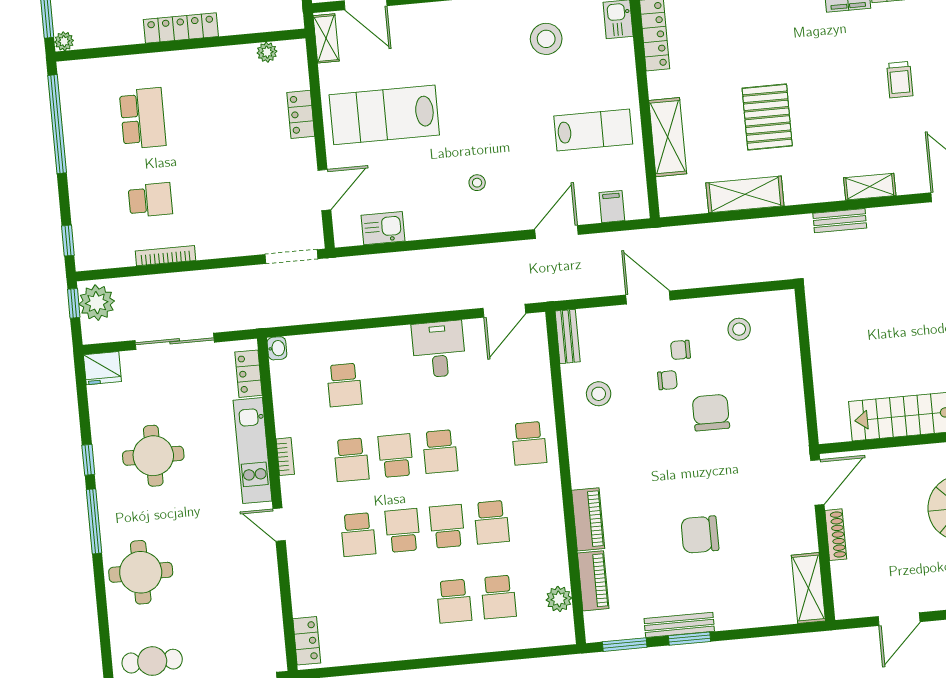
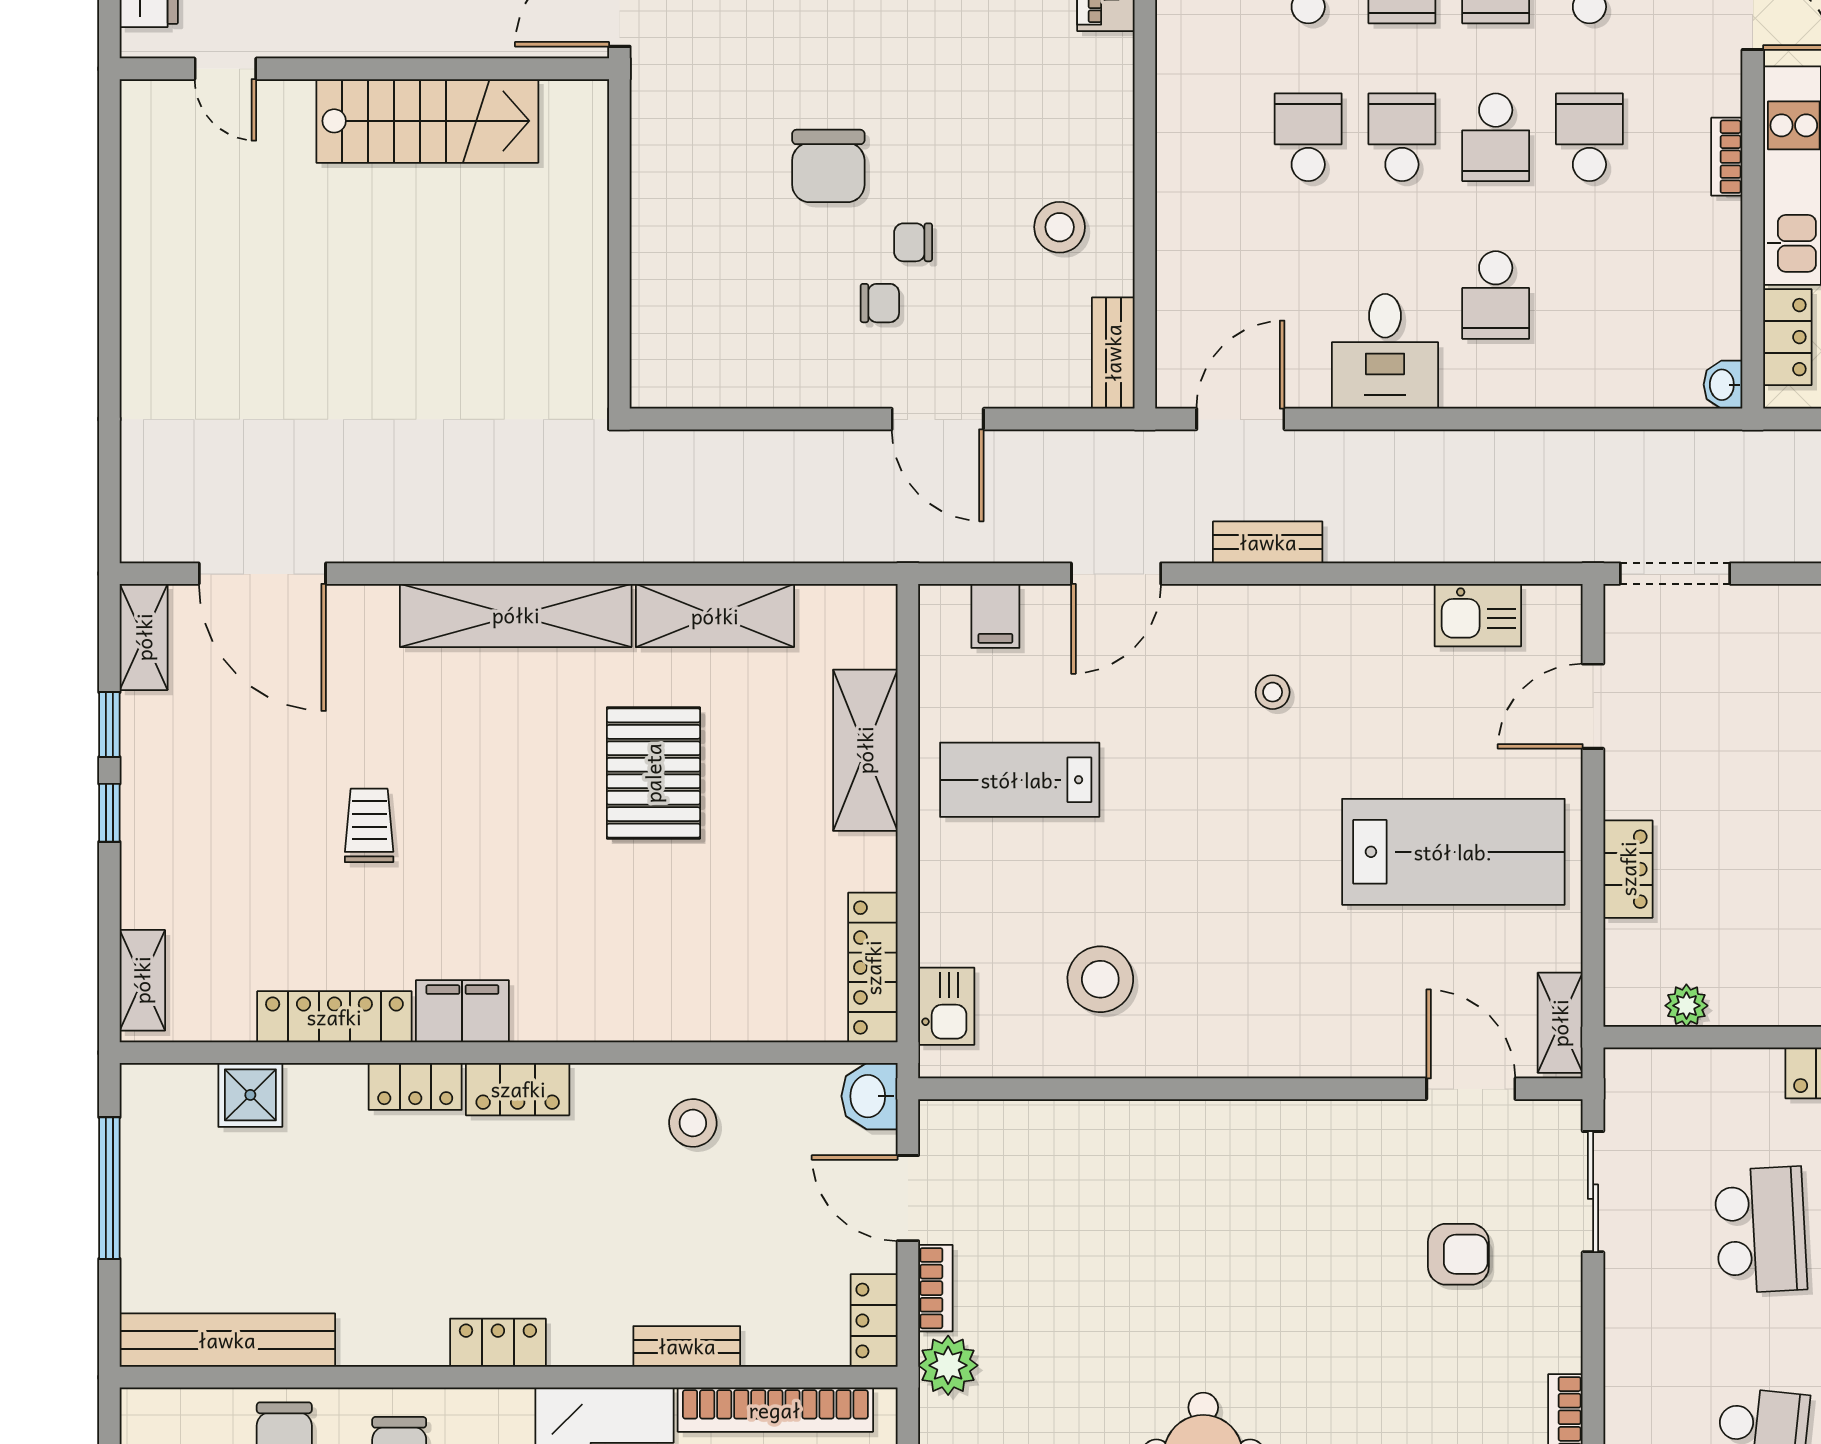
shelving: (870, 187) -> (516, 615), width x2.20, depth x1.33
bench: (840, 221) -> (1268, 542), moved
stool: (739, 329) -> (753, 335), removed
school desk: (344, 385) -> (1496, 295), moved, turned 180
school desk: (529, 443) -> (1308, 137), moved

